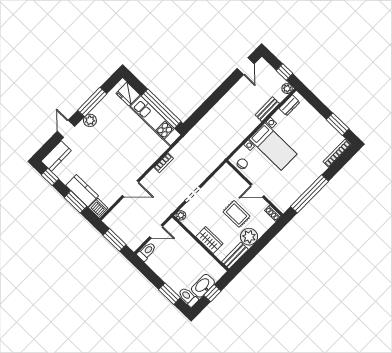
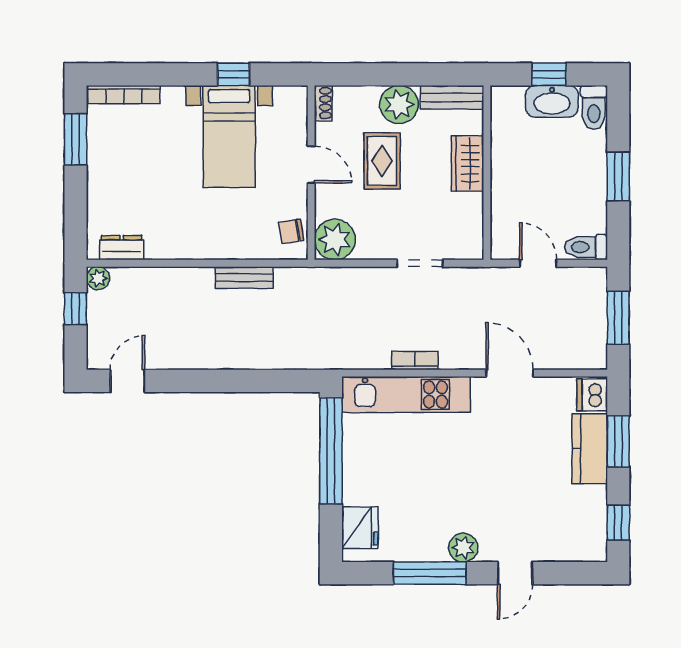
bench: (267, 109) -> (244, 278), moved
kitchen unit: (155, 121) -> (406, 394), moved, turned 90
bed with nightstands: (273, 146) -> (229, 136), moved, turned 180
kitchen counter: (56, 156) -> (575, 546), removed
window: (309, 194) -> (234, 74), width x0.32
plant: (181, 215) -> (335, 240), moved, width x1.88, depth x1.88
window: (169, 294) -> (618, 176), moved

